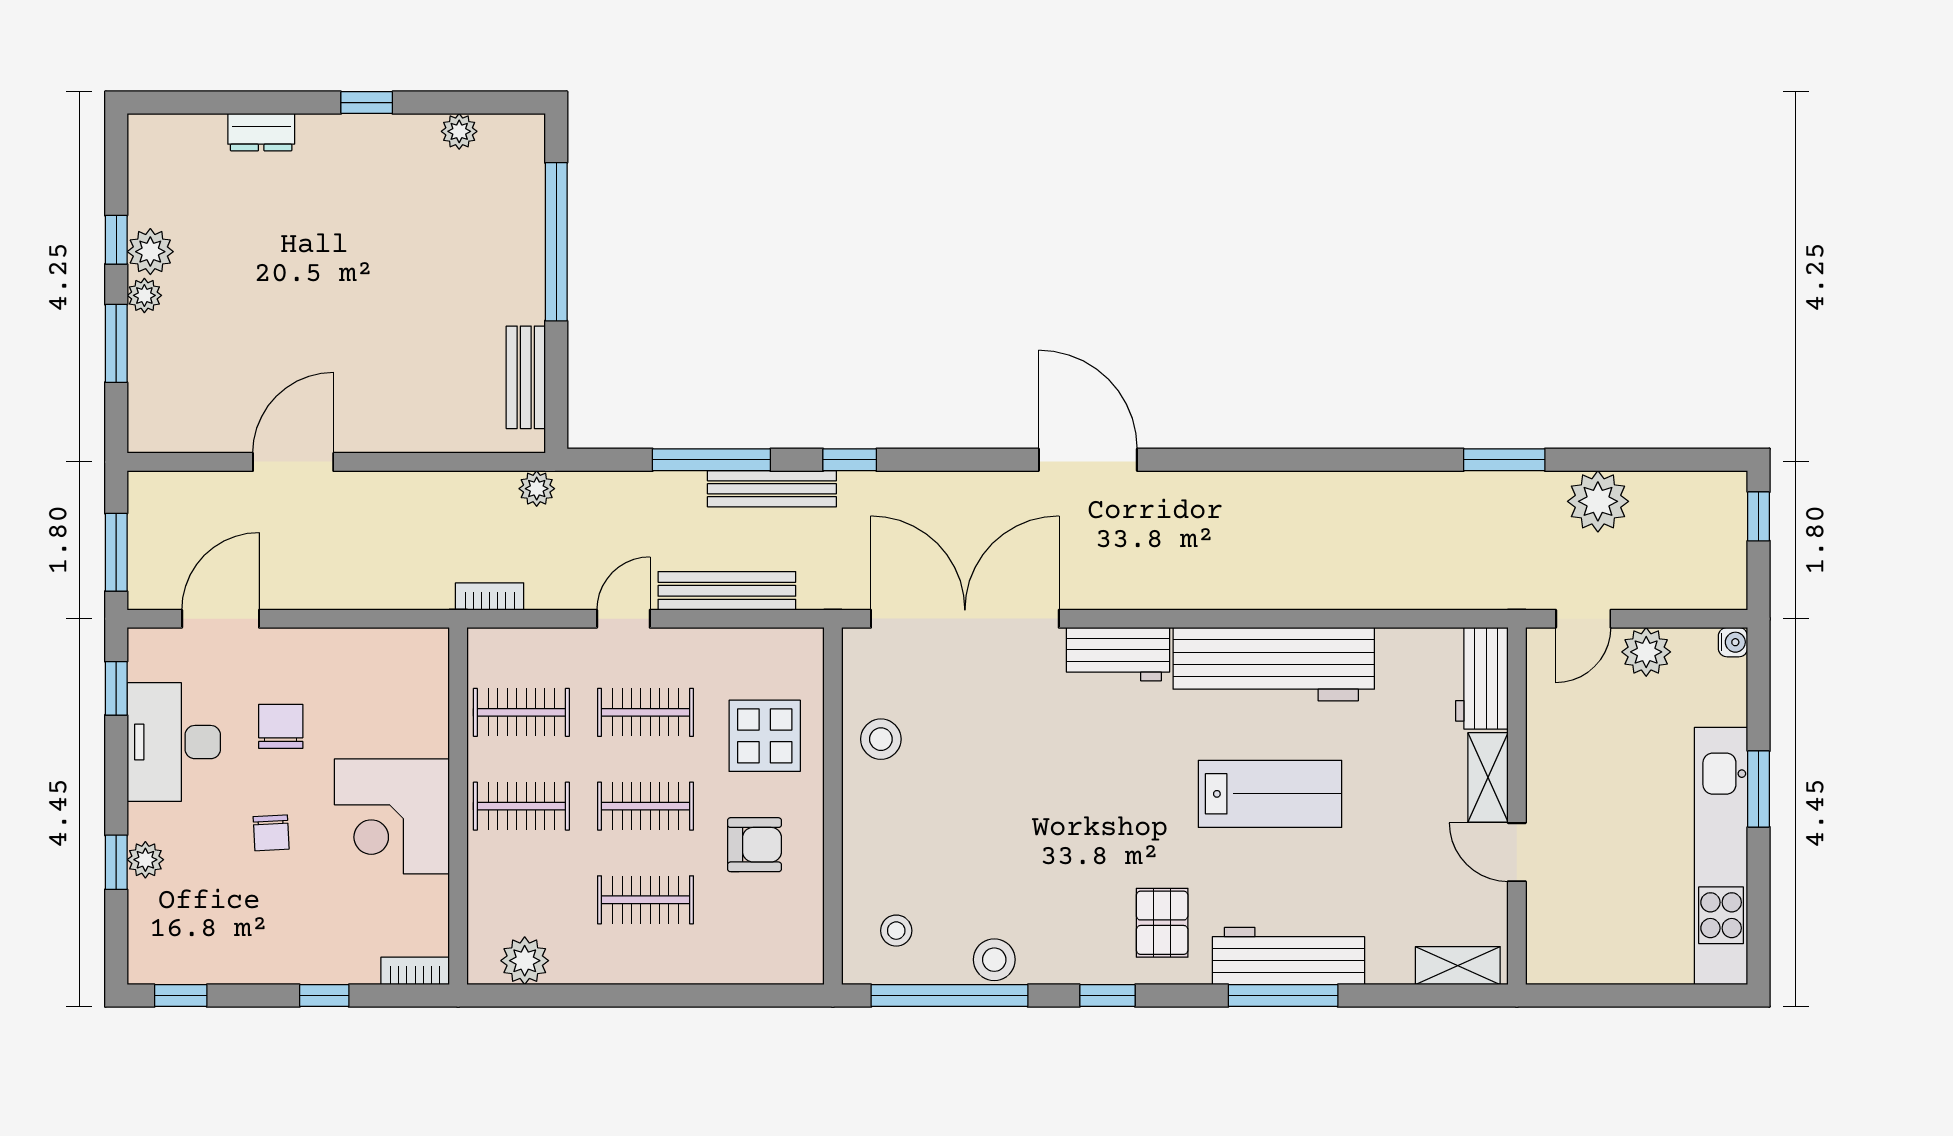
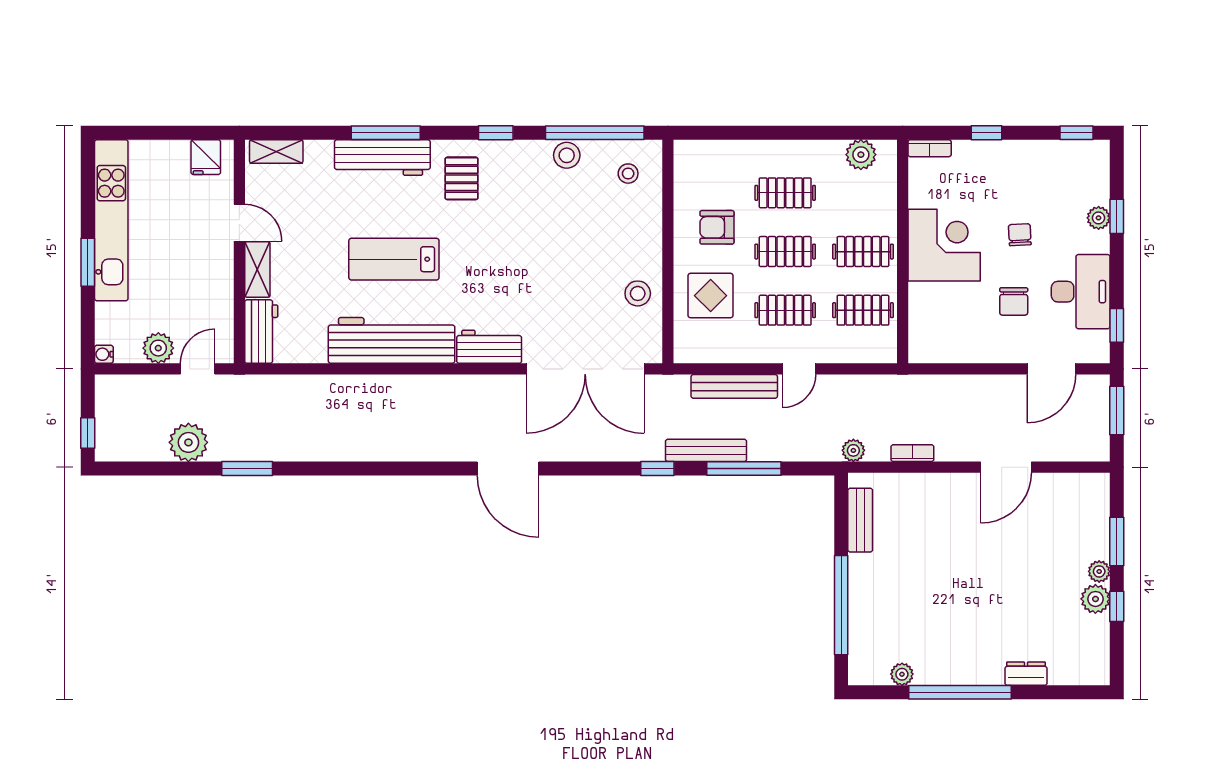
window: (367, 103) -> (960, 692), width x3.17
bookcase: (490, 596) -> (912, 453), moved, turned 180
fridge: (1570, 957) -> (206, 157), added

